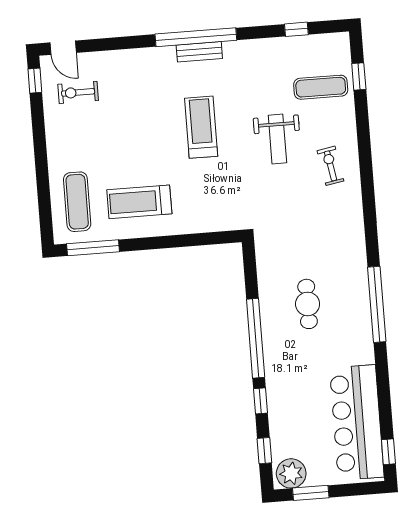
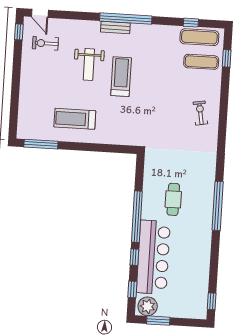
bench: (199, 52) -> (115, 27), moved
weight bench: (277, 139) -> (89, 64), moved
exercise mat: (77, 202) -> (199, 37), moved, turned 90
bar counter: (357, 423) -> (153, 257), moved, turned 180

